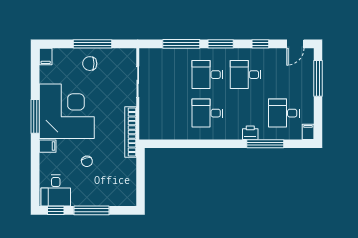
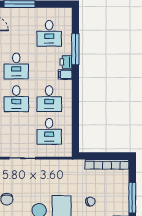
desk: (169, 113) -> (49, 131), added
bookcase: (131, 132) -> (107, 164), moved
filing cabinet: (308, 132) -> (65, 74), moved

